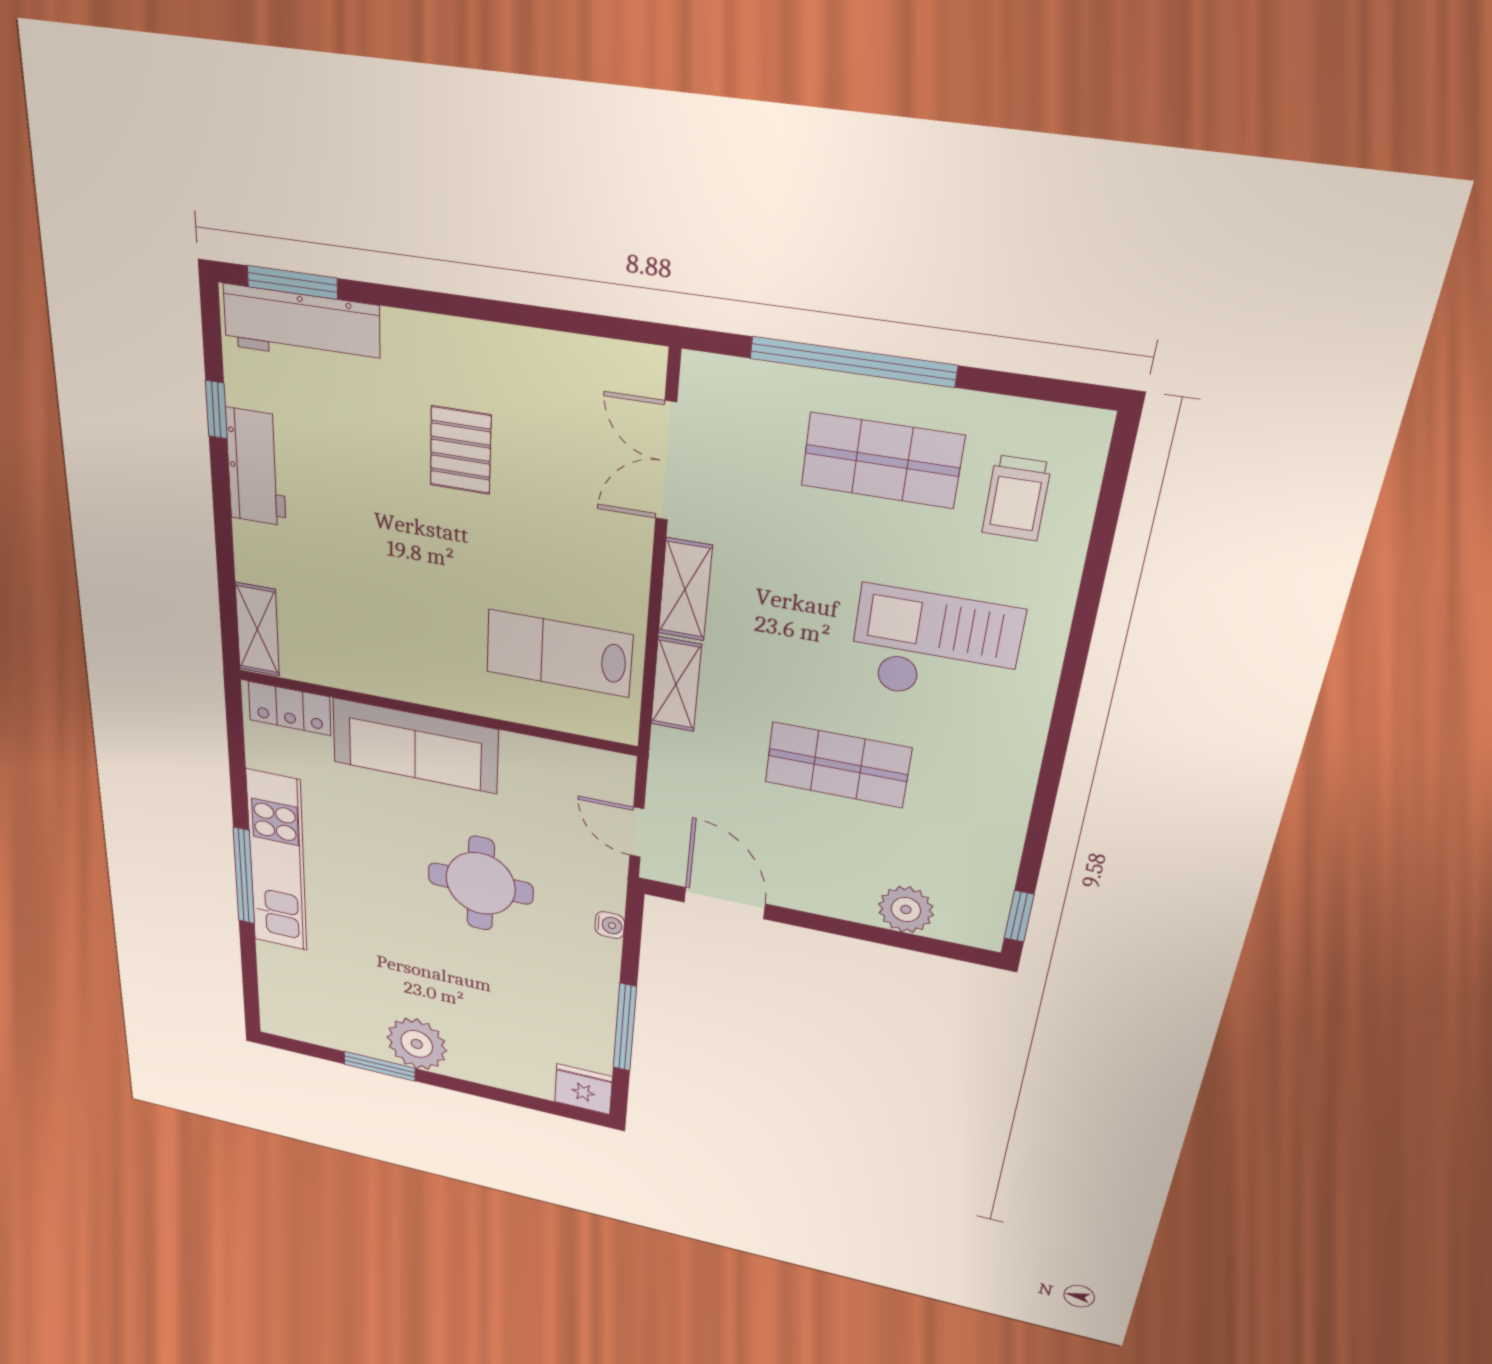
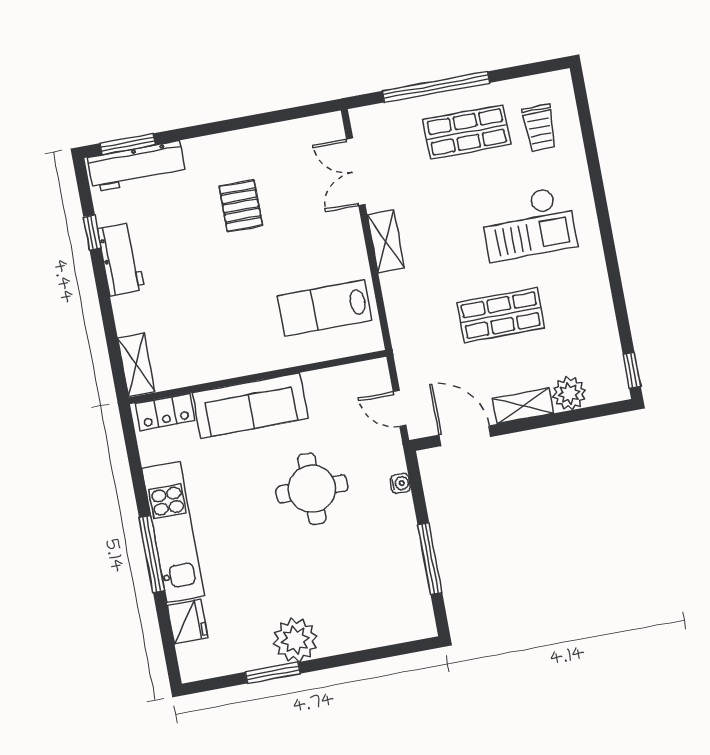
checkout: (935, 647) -> (528, 224), turned 180
shelving: (676, 684) -> (523, 406), moved, turned 90
fridge: (583, 1089) -> (187, 622), moved, turned 90

